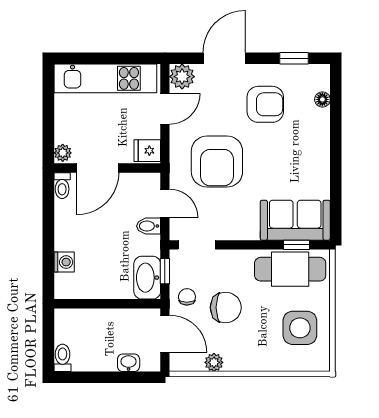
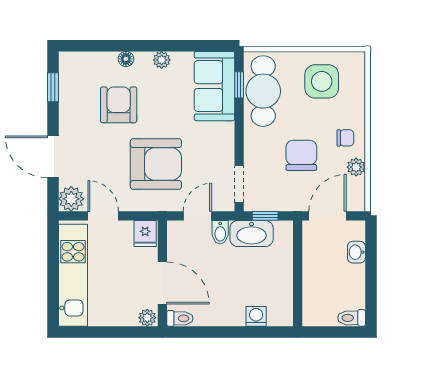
floor lamp: (322, 99) -> (126, 59), moved
armchair: (265, 104) -> (119, 105), moved
plant: (321, 167) -> (162, 60), added
washbasin: (147, 278) -> (252, 234), moved
chair: (187, 297) -> (345, 138), moved, turned 180

